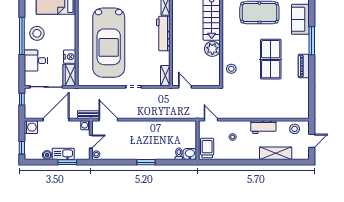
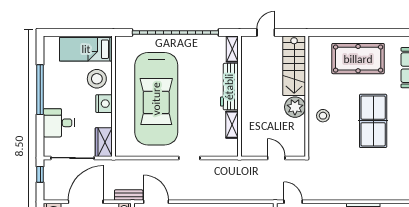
stool: (37, 33) -> (97, 79), moved
nightstand: (70, 57) -> (104, 104), moved
stool: (231, 69) -> (323, 116), moved
shelving: (165, 76) -> (232, 125), moved
door: (185, 87) -> (276, 158), moved

